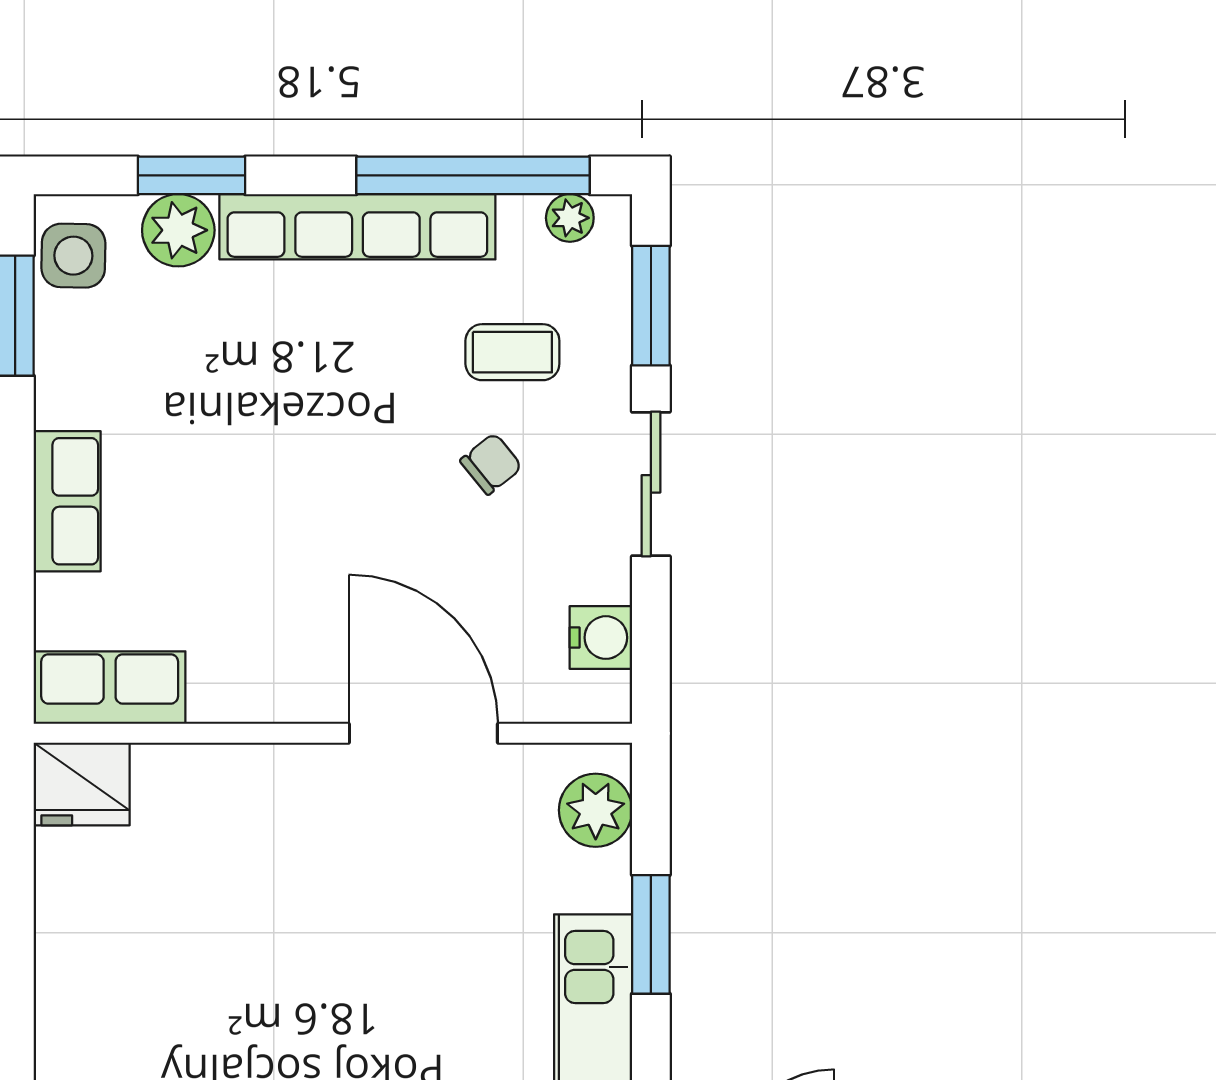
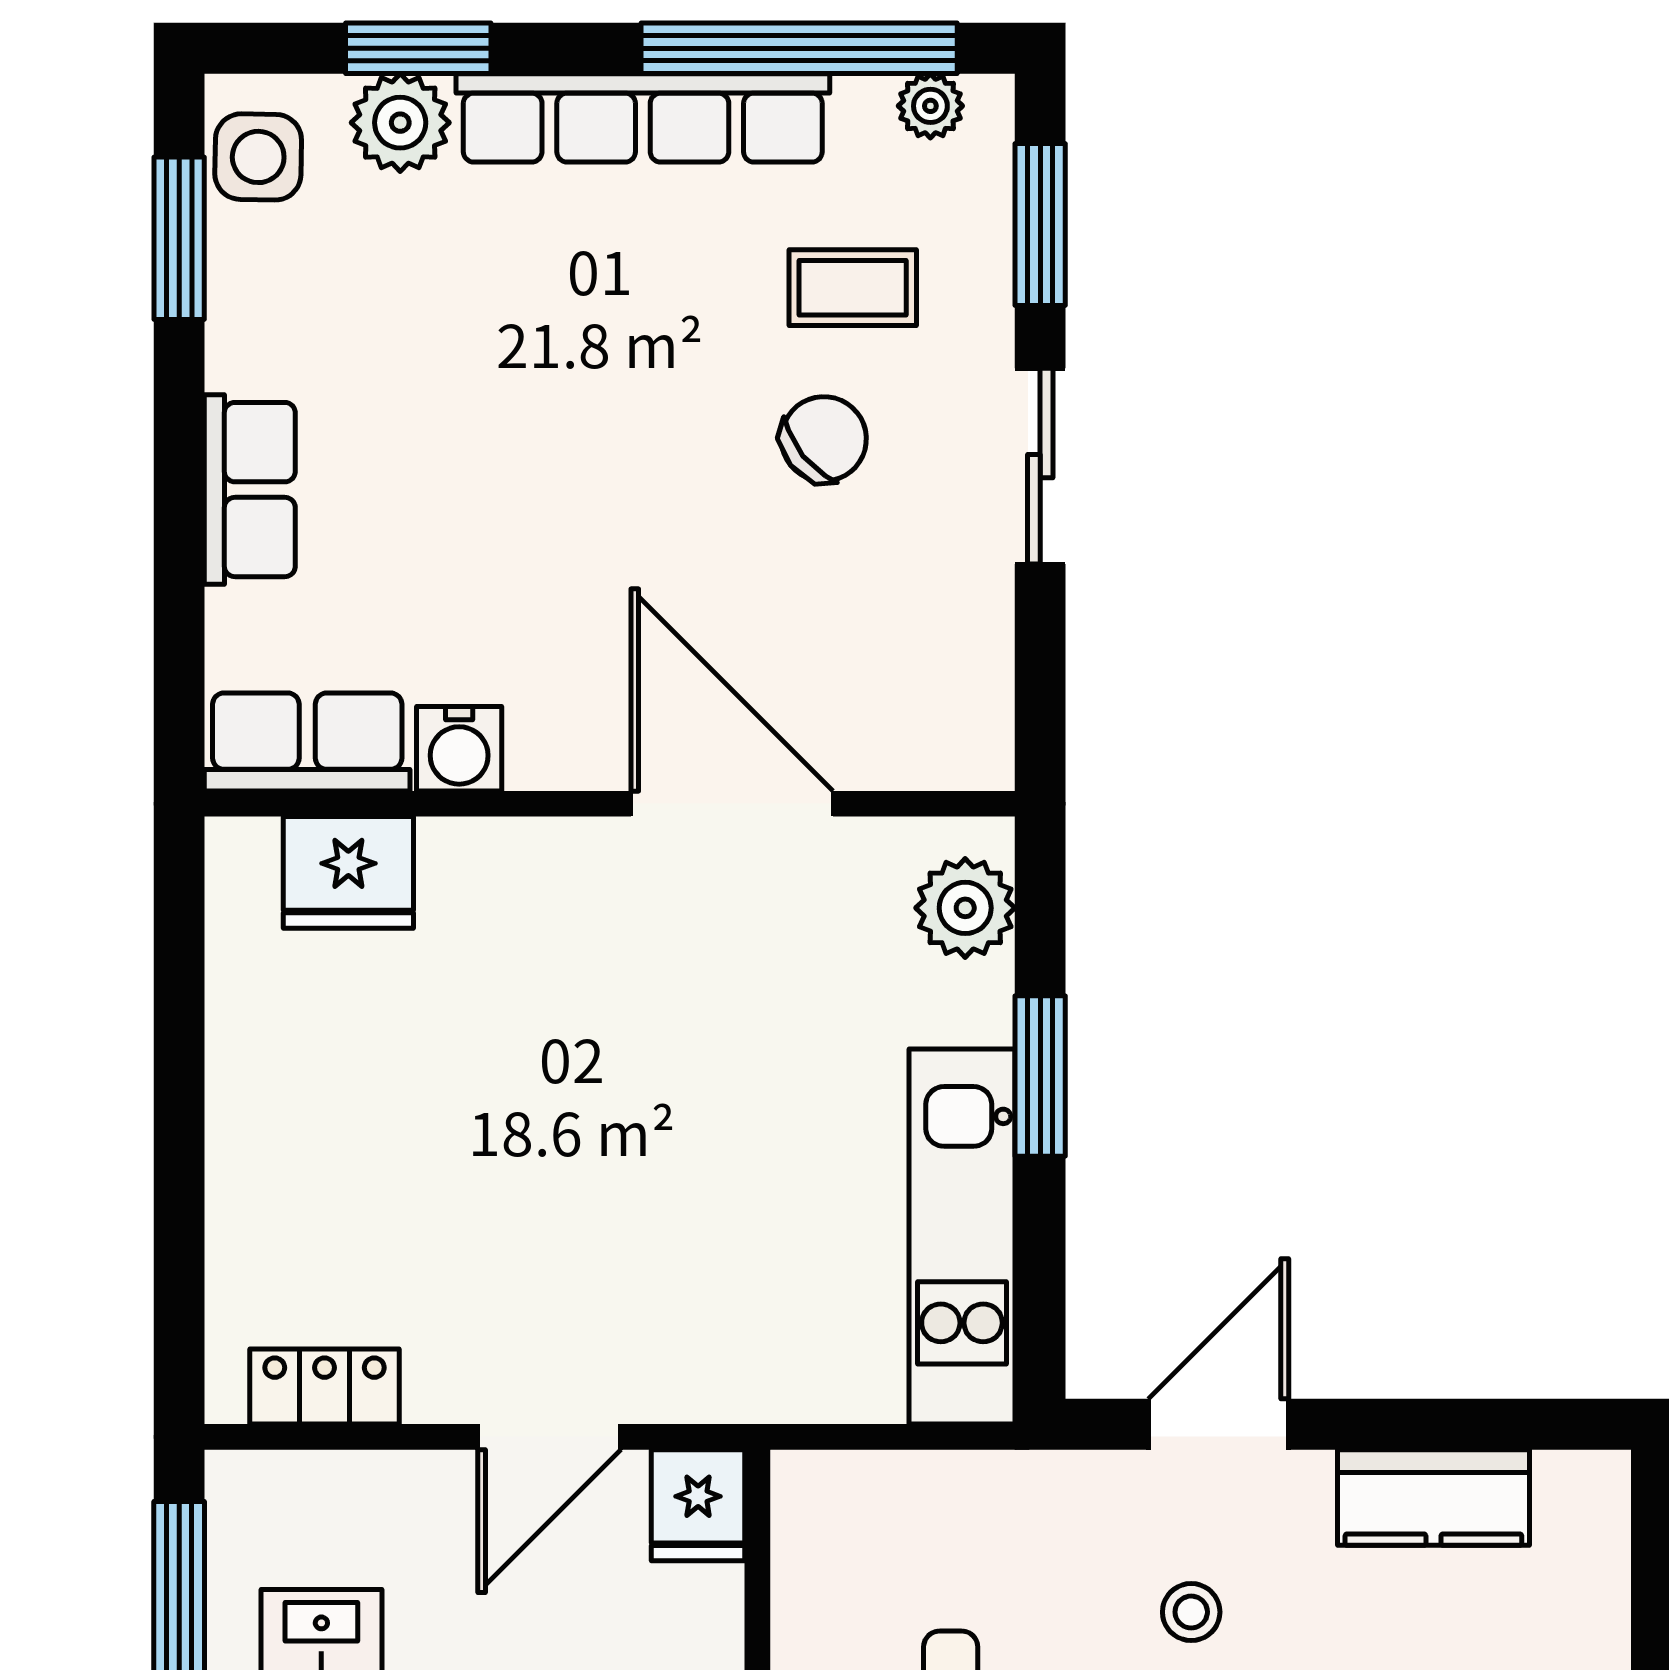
chair: (491, 464) -> (824, 439), width x1.37, depth x1.37
water cooler: (601, 638) -> (459, 749), moved, turned 90
fridge: (82, 784) -> (348, 872), moved

